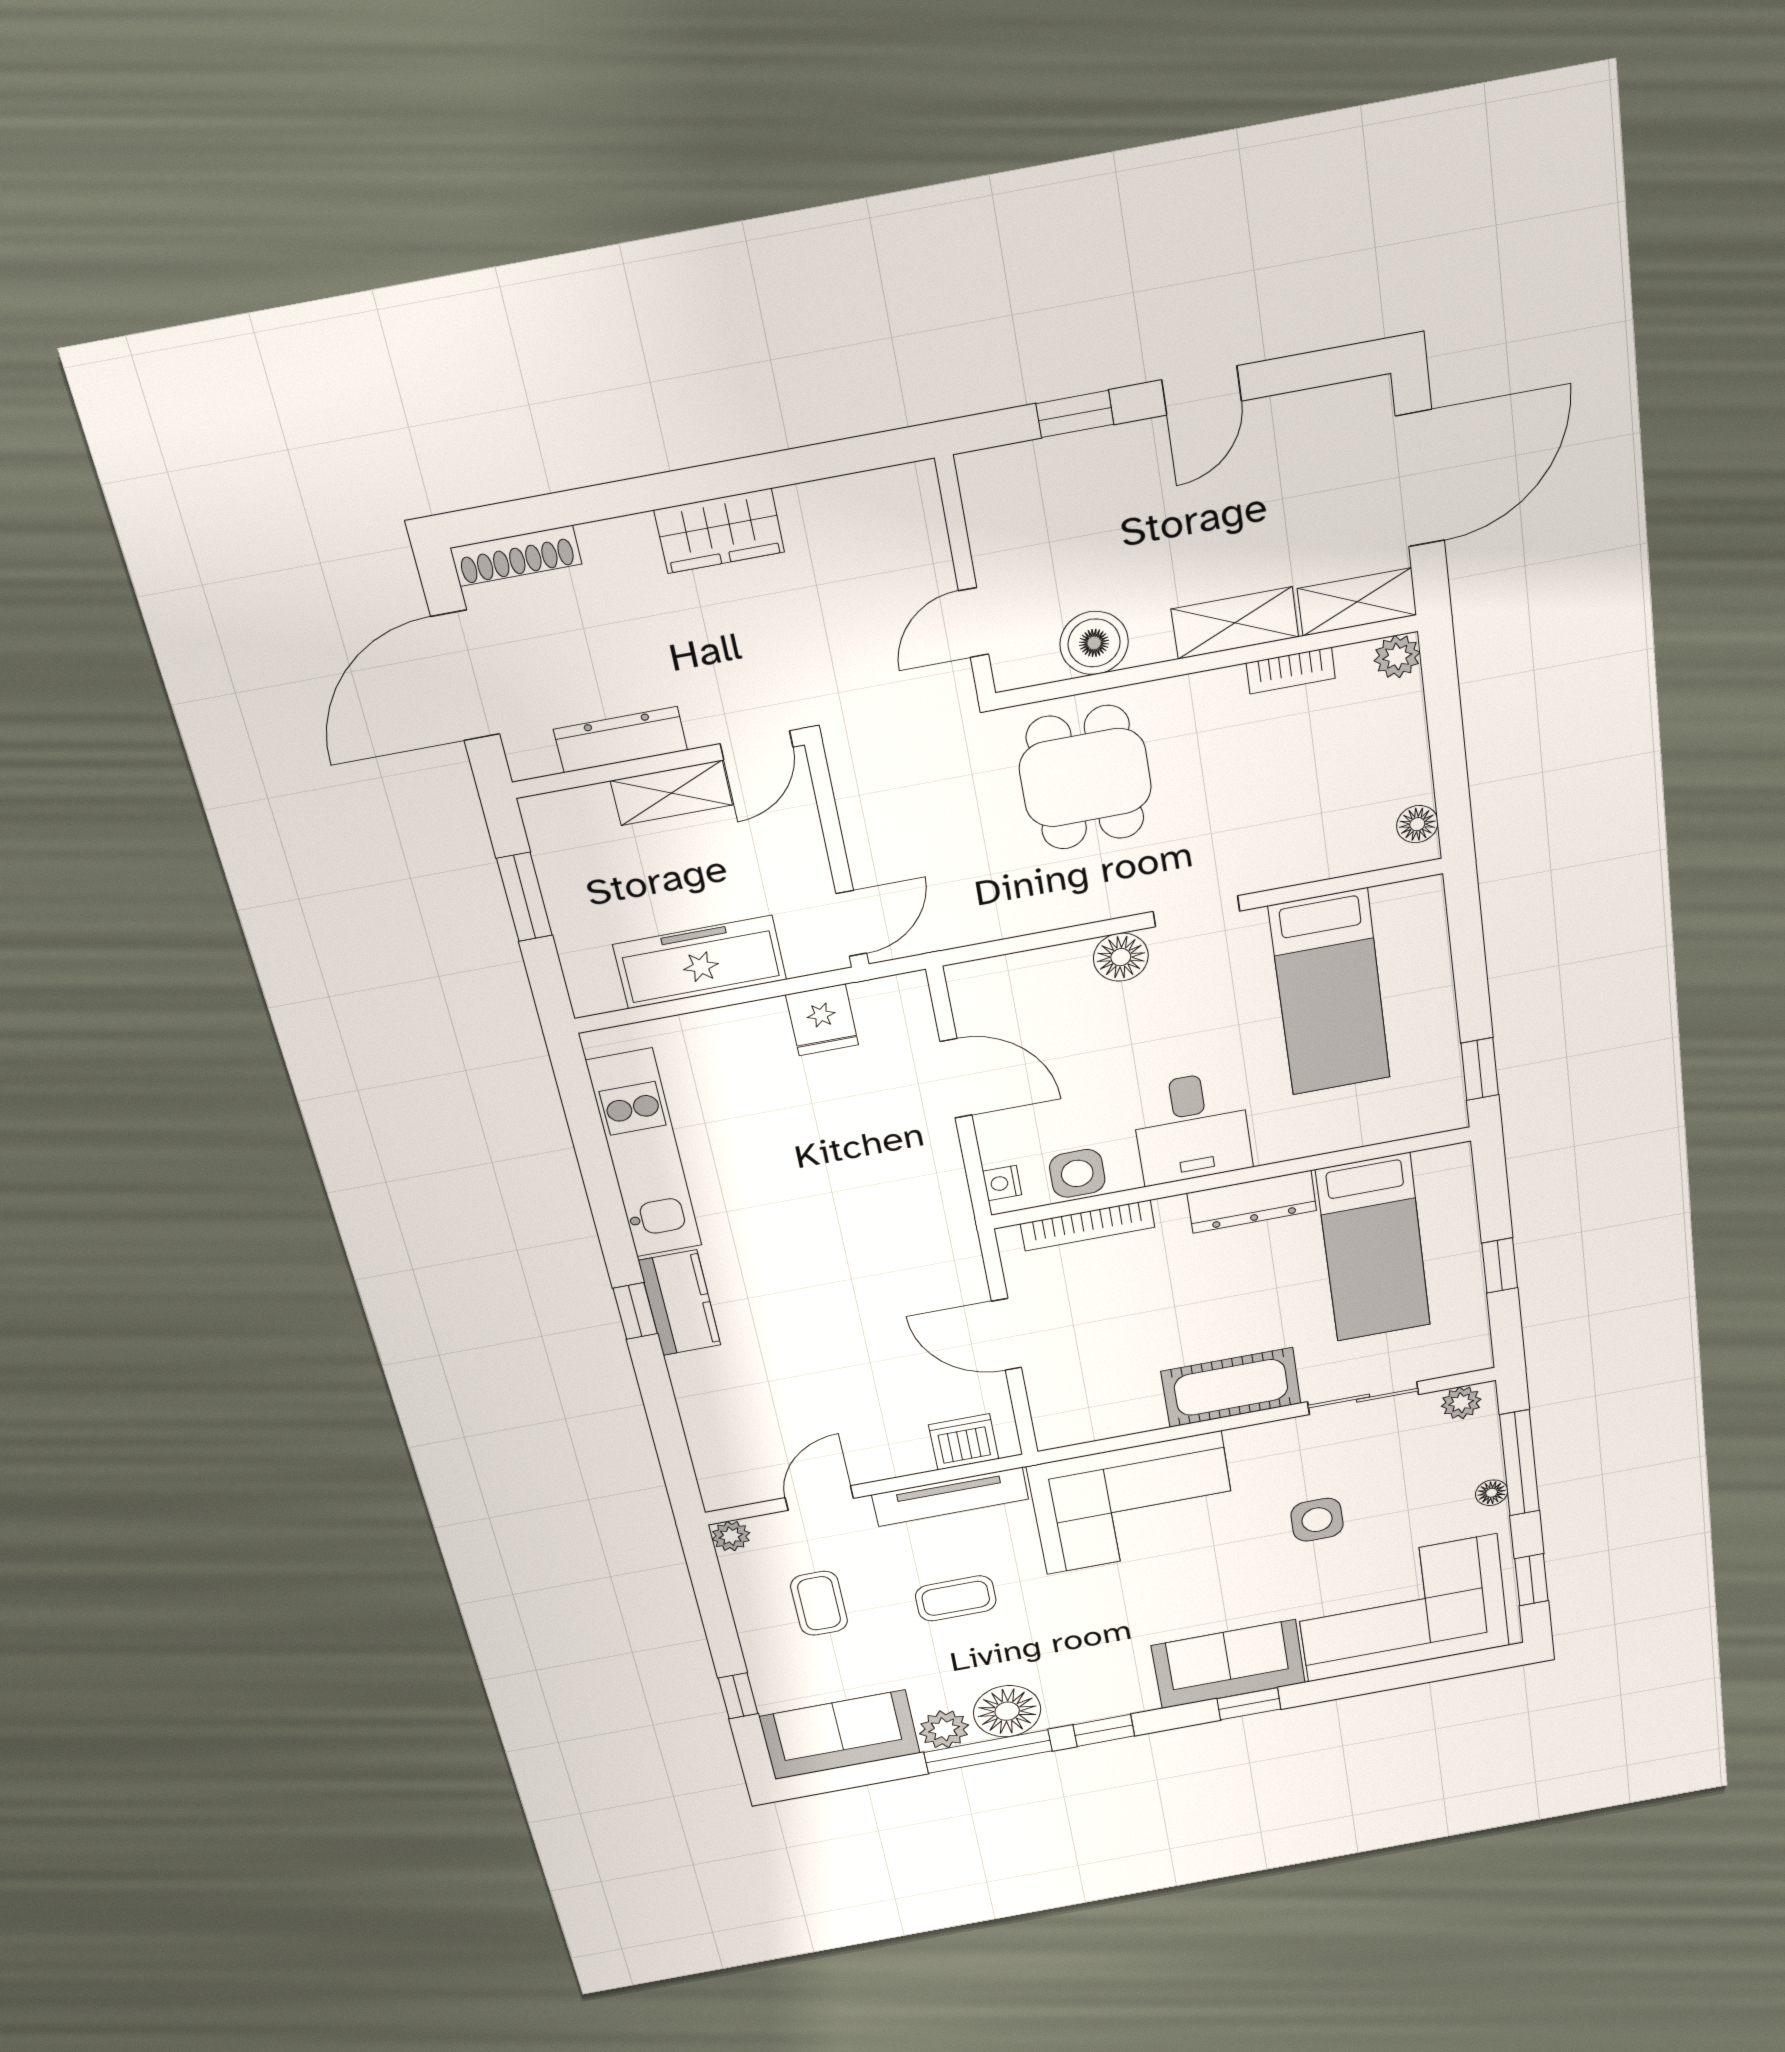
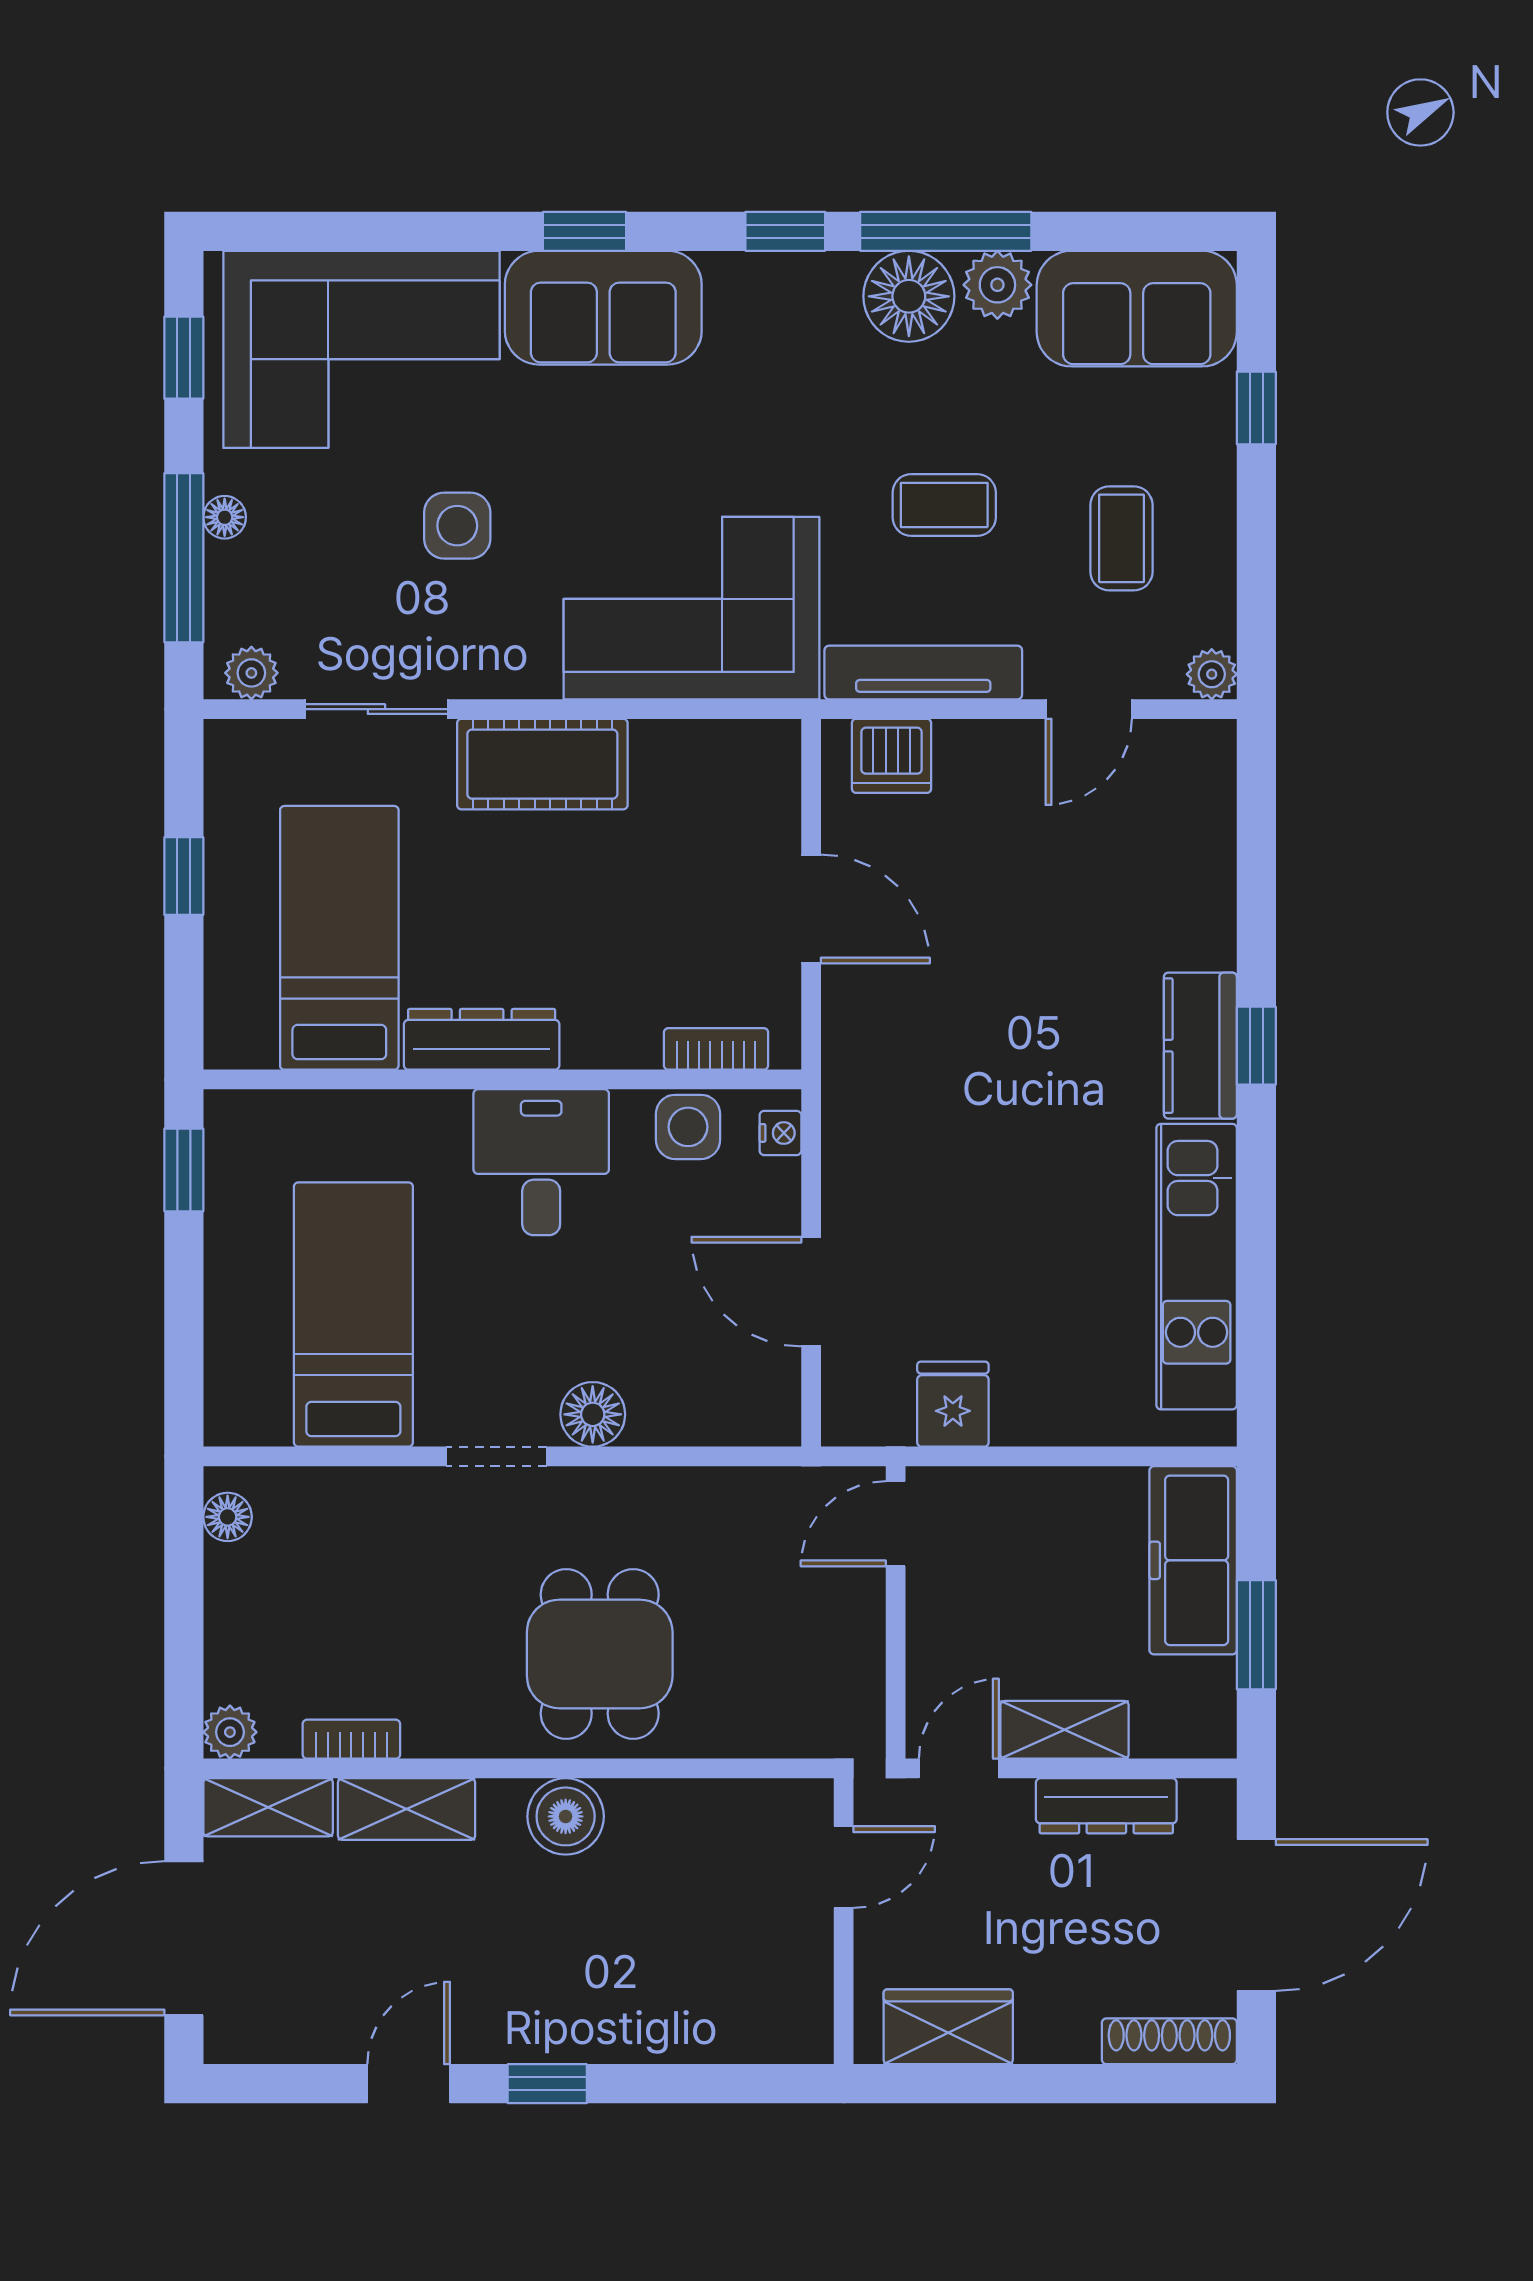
wall: (966, 578) -> (844, 1921), moved
door: (974, 623) -> (844, 1867), moved
freezer: (700, 962) -> (1193, 1560), moved, turned 90
bookcase: (1088, 1225) -> (716, 1049), width x0.64

